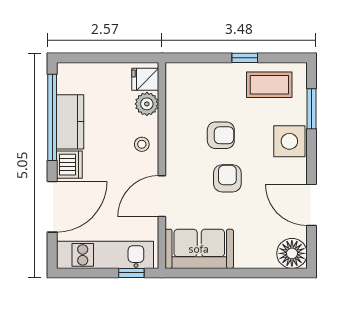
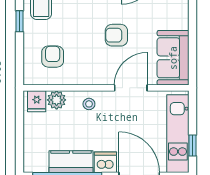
armchair: (221, 135) -> (53, 57), moved
door: (162, 196) -> (131, 88), swing flipped
window: (131, 273) -> (193, 146), moved

